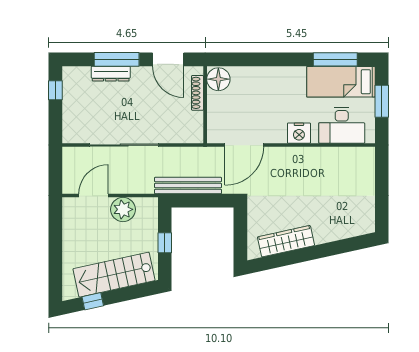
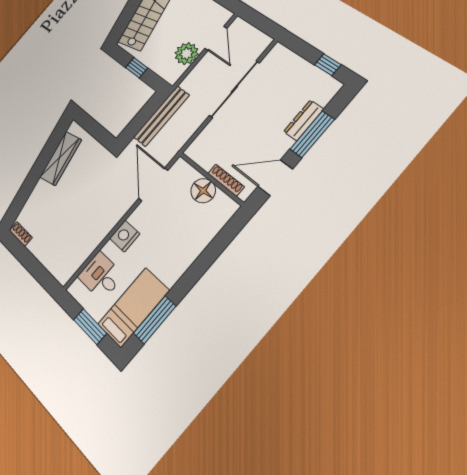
floor lamp: (218, 79) -> (203, 191), moved
desk: (342, 125) -> (101, 276), width x0.73
shoe rack: (369, 219) -> (21, 234), added

